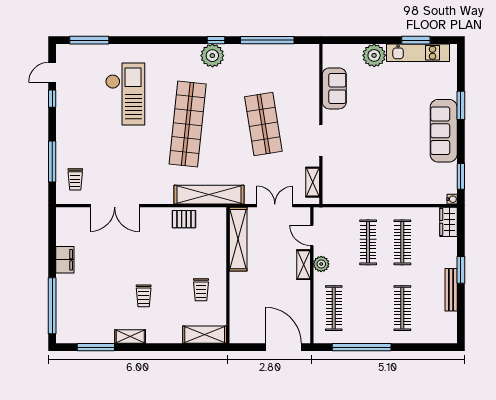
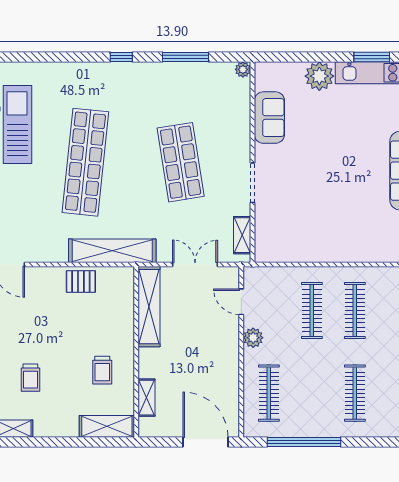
window: (267, 40) -> (185, 57), width x0.68
plant: (212, 56) -> (243, 69), moved, width x0.53, depth x0.53
shelving: (304, 265) -> (147, 398), moved

